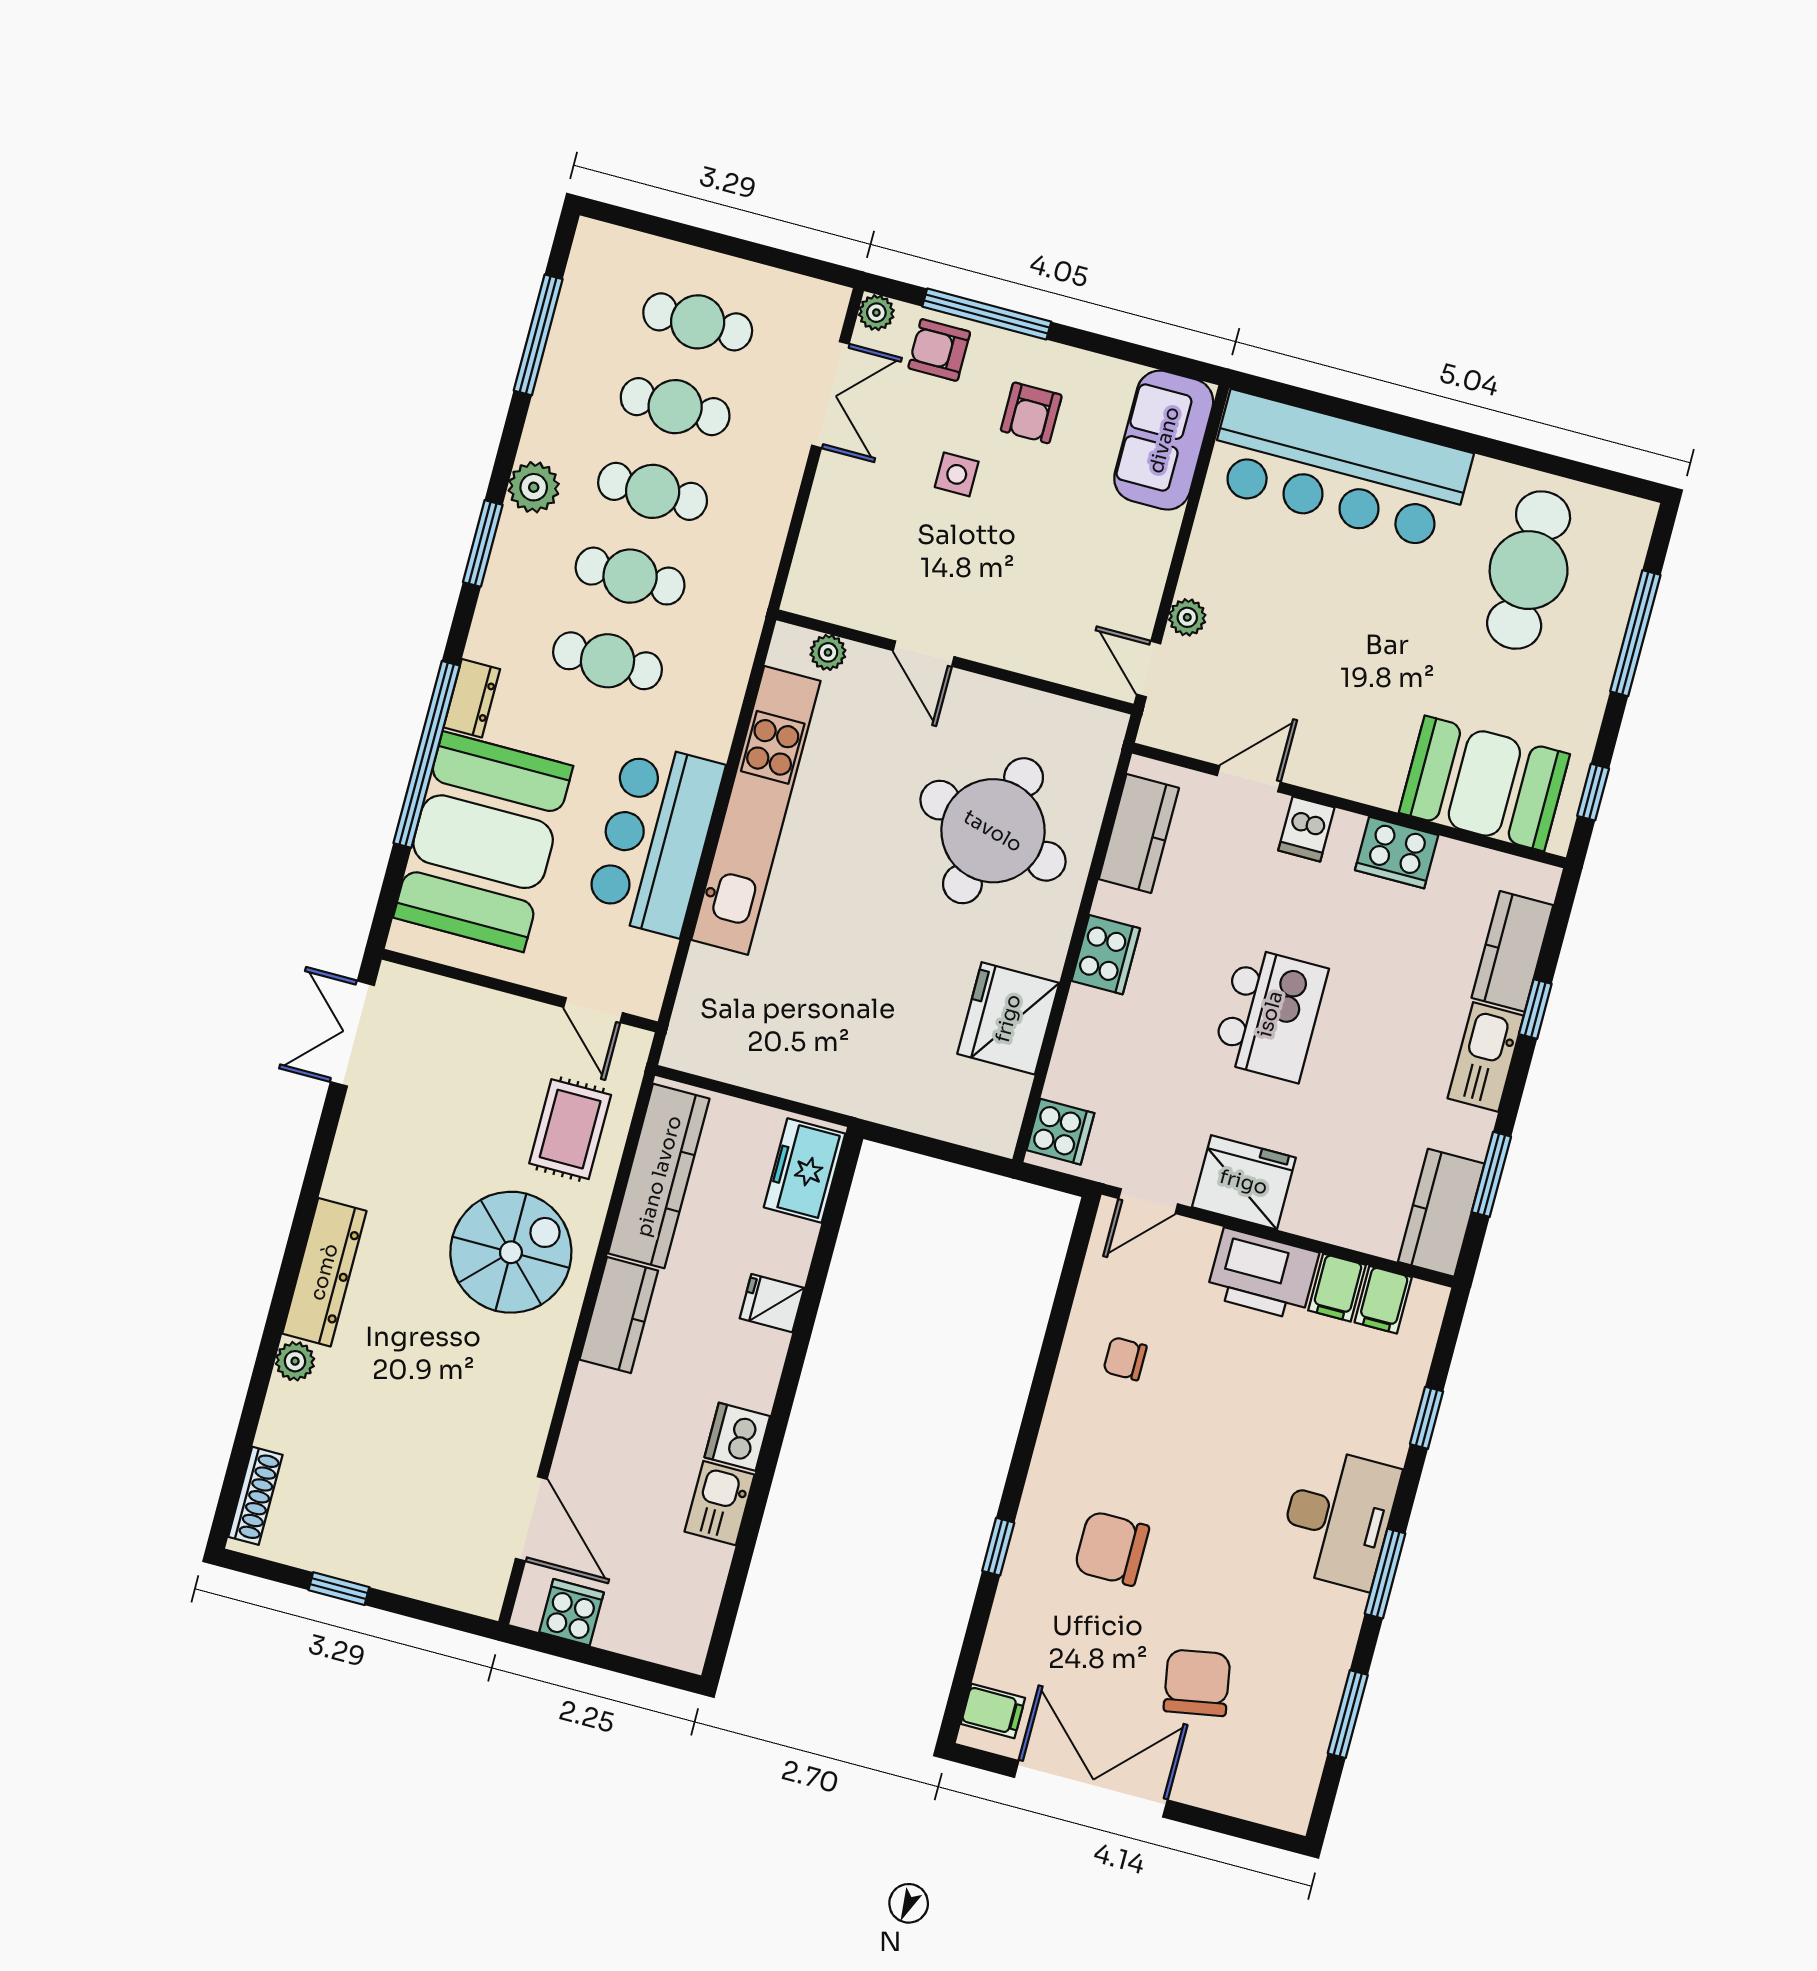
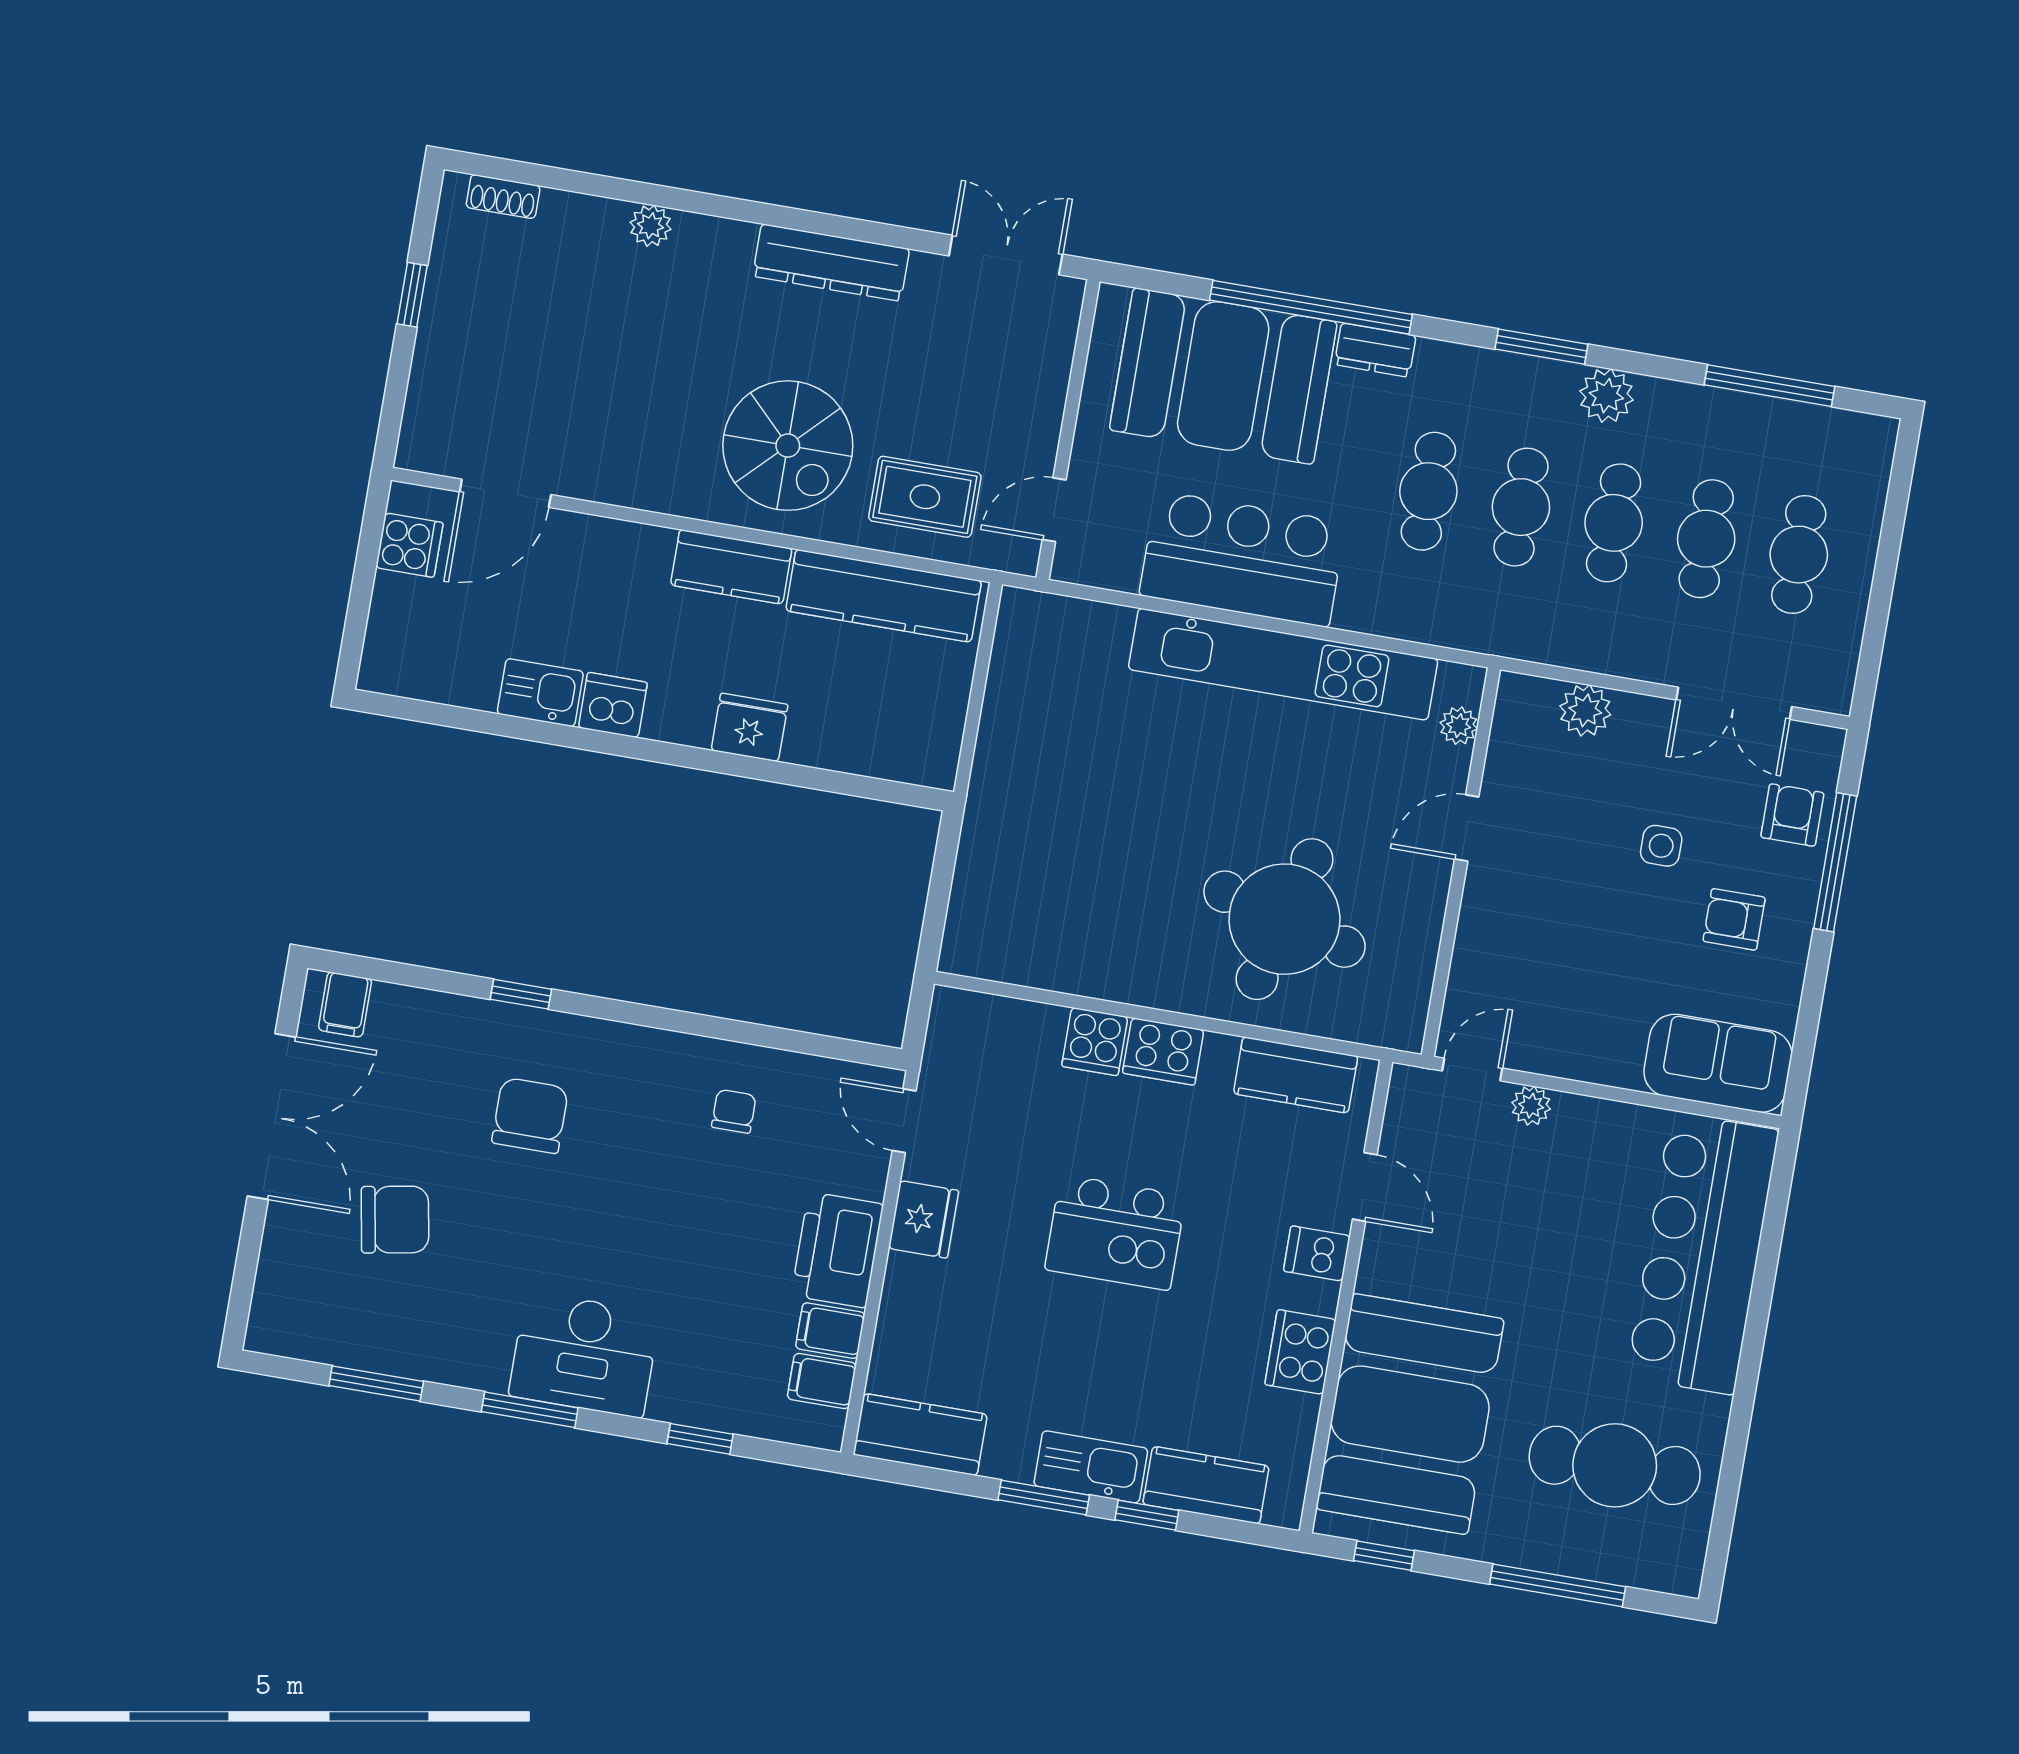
plant: (876, 313) -> (1585, 710), moved, width x1.38, depth x1.38
booth: (1484, 783) -> (1410, 1414), width x1.36, depth x1.42
fridge: (1008, 1018) -> (1086, 954), removed
cooker: (1060, 1132) -> (1095, 1042), moved
freezer: (805, 1170) -> (904, 751), removed
window: (1491, 1174) -> (1044, 1498), moved
fridge: (1244, 1182) -> (924, 1219), width x0.73, depth x0.75
dresser: (324, 1272) -> (831, 263), moved
fridge: (772, 1303) -> (749, 727), width x1.38
shoe rack: (255, 1496) -> (503, 197), width x0.70

